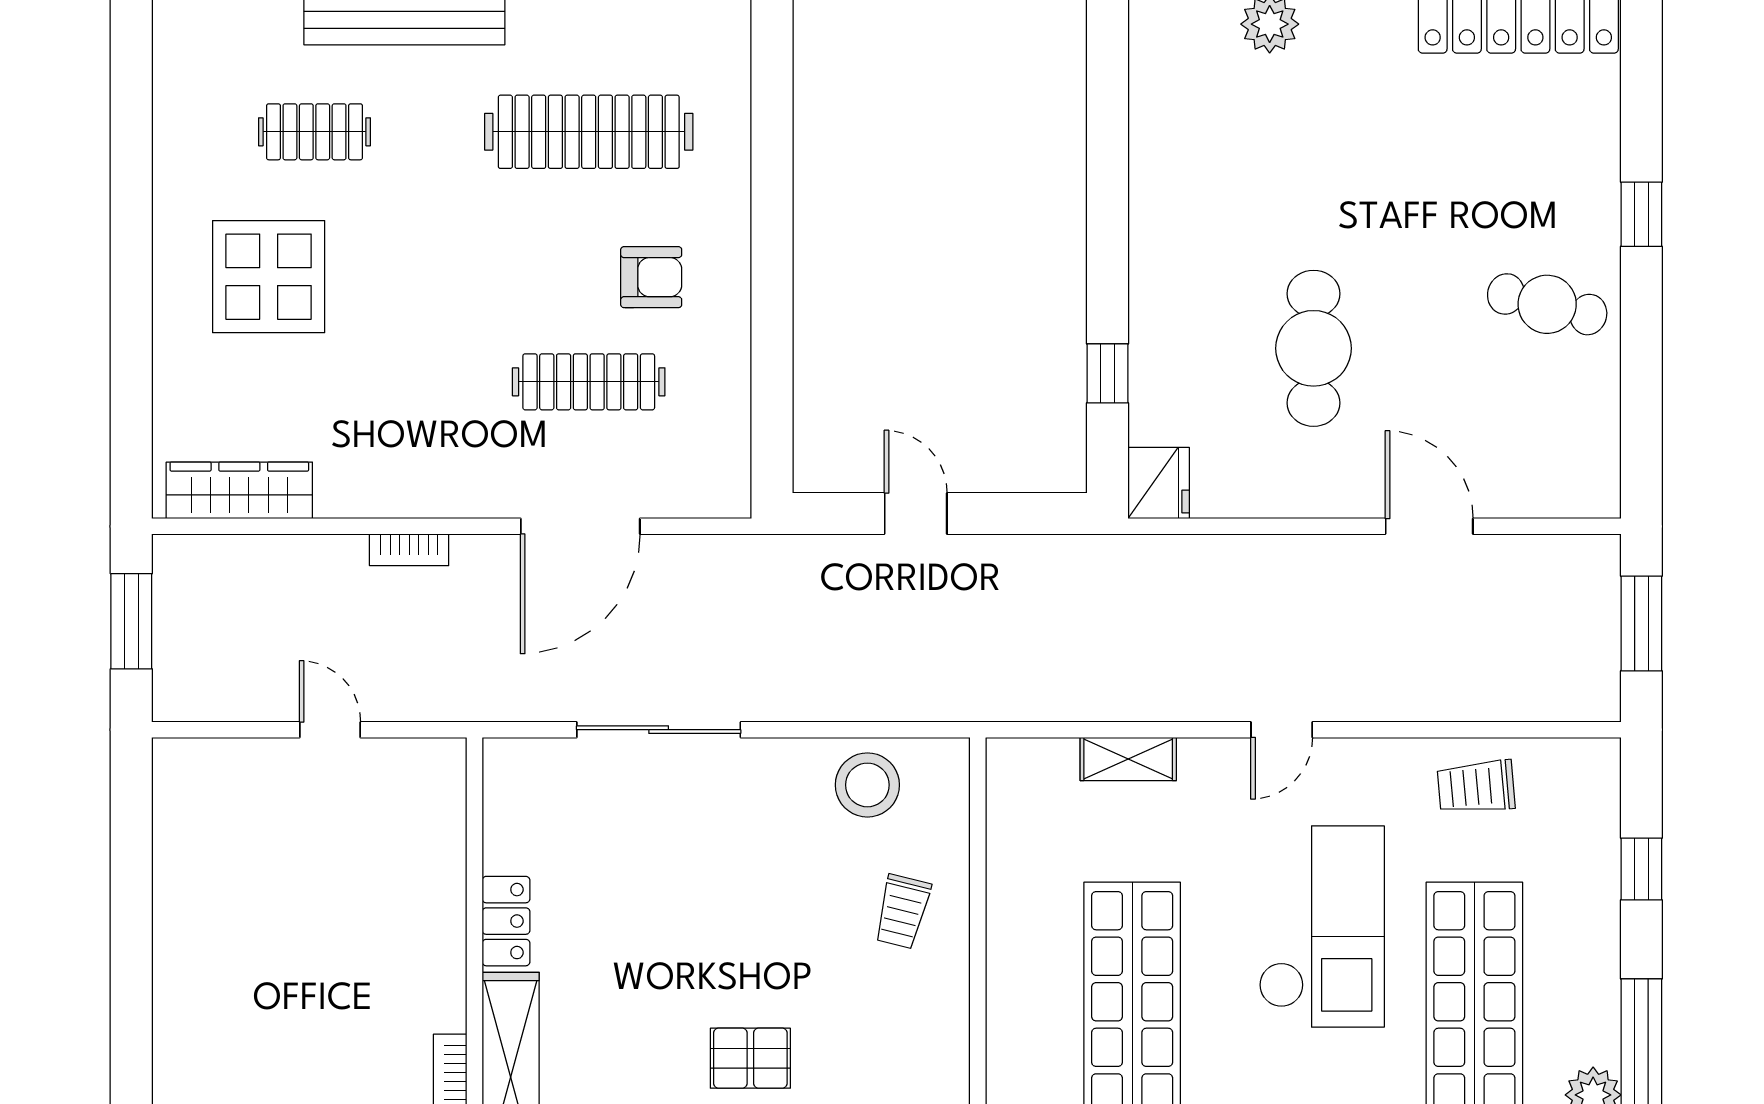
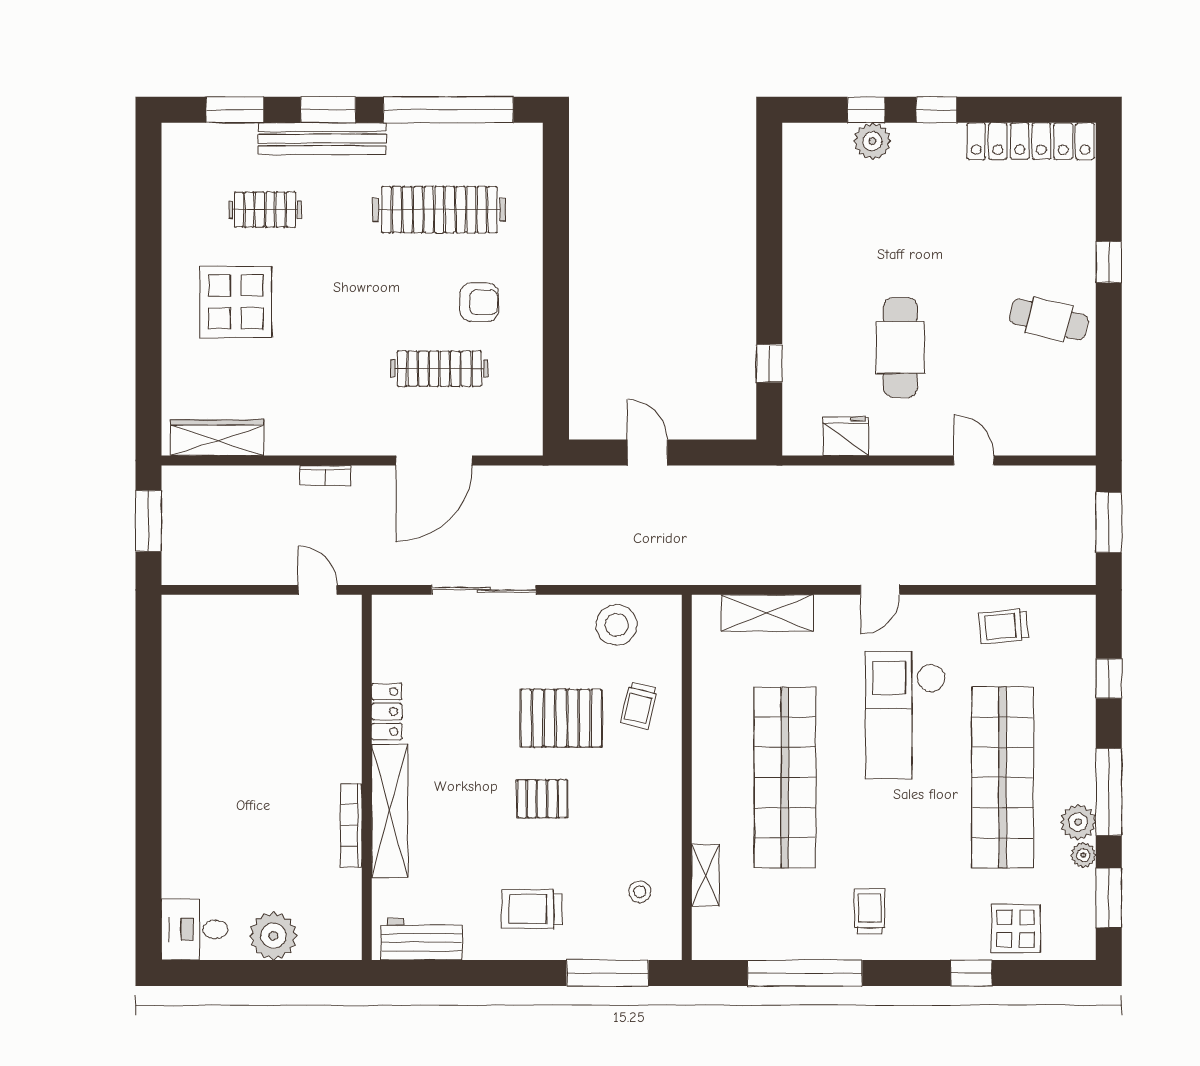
fridge: (1159, 483) -> (846, 436), moved, turned -90
door: (1429, 526) -> (974, 461), width x0.73
door: (330, 730) -> (318, 590), moved
shelving: (1128, 759) -> (767, 613), width x1.50, depth x1.33
checkout: (1322, 926) -> (905, 715), turned 180
pallet: (780, 931) -> (561, 718), added

